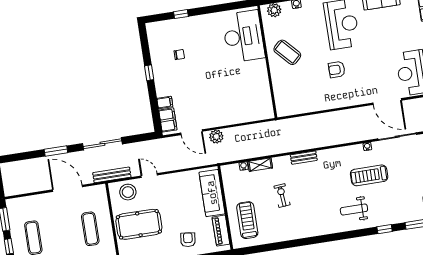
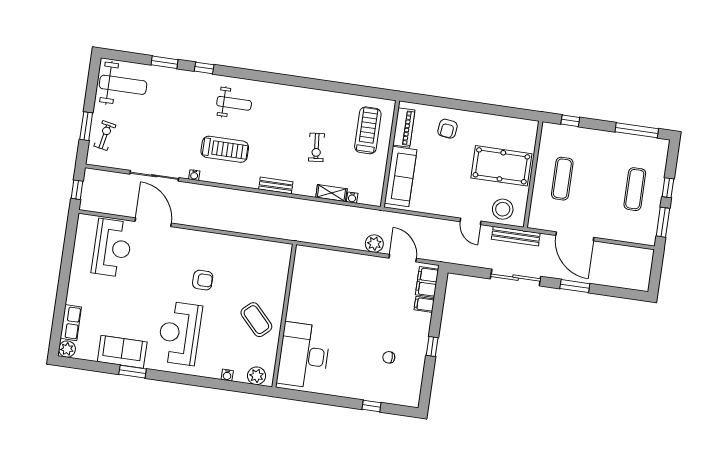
treadmill: (369, 175) -> (225, 149), moved
treadmill: (247, 220) -> (368, 130), turned 180

